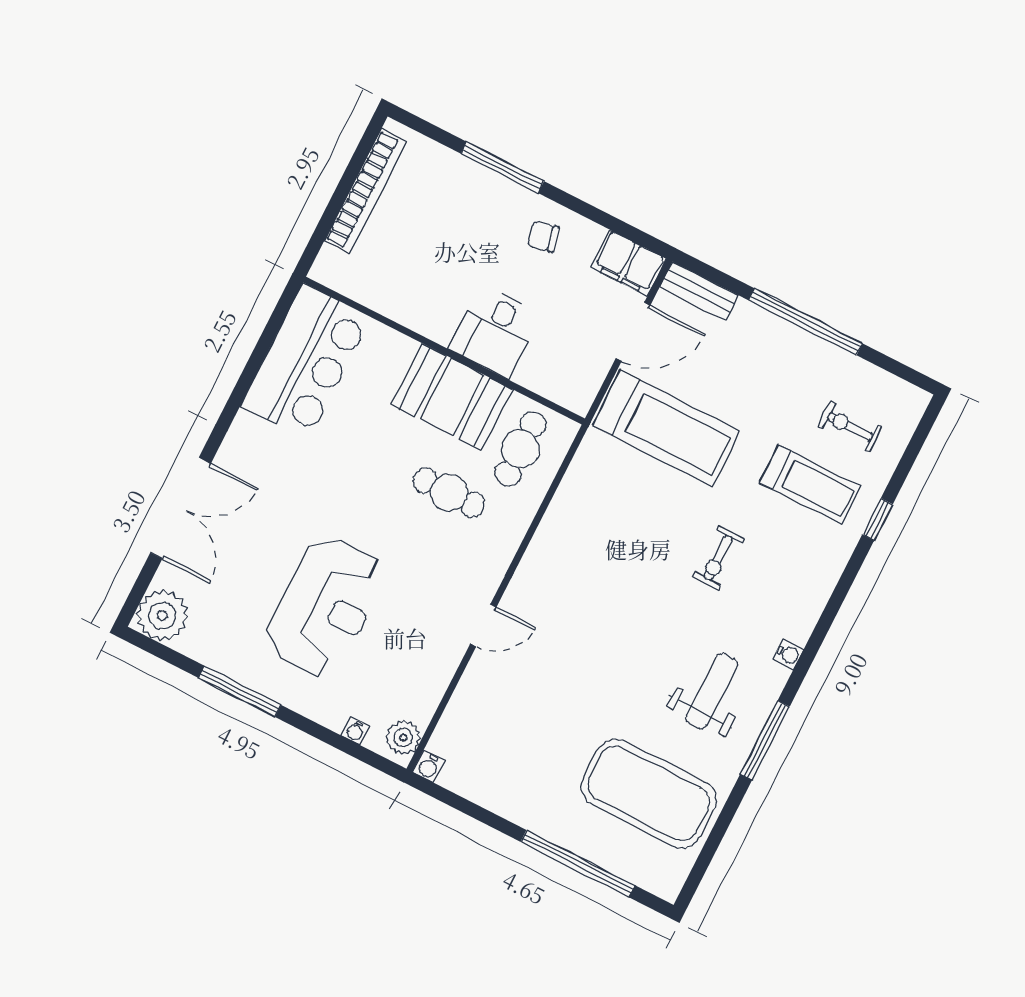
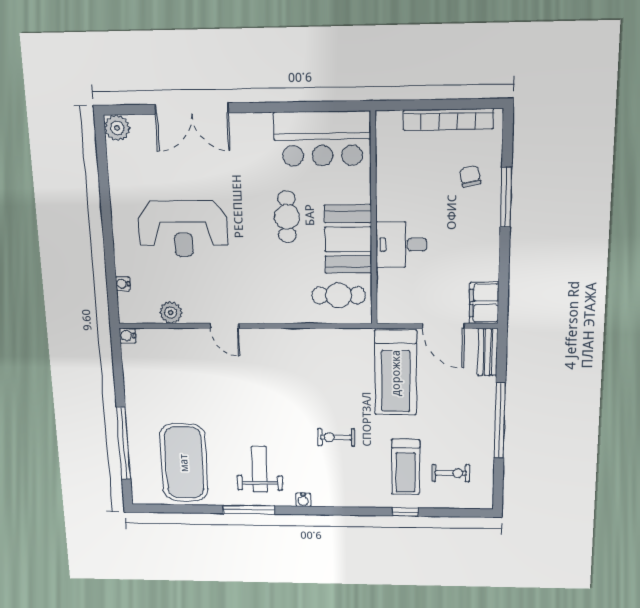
chair: (543, 236) -> (470, 176), moved
exercise bike: (850, 426) -> (451, 473), turned 90
cafe table: (449, 493) -> (287, 217), moved
plant: (162, 615) -> (117, 128), width x0.73, depth x0.73
window: (240, 691) -> (106, 204), removed
weight bench: (712, 691) -> (260, 469), turned -90
plant: (403, 737) -> (171, 313), moved

